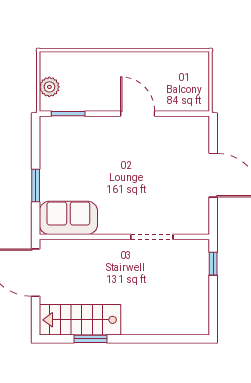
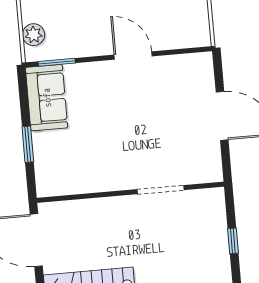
sofa: (68, 218) -> (47, 98), moved, turned 90
window: (213, 264) -> (233, 241), moved

